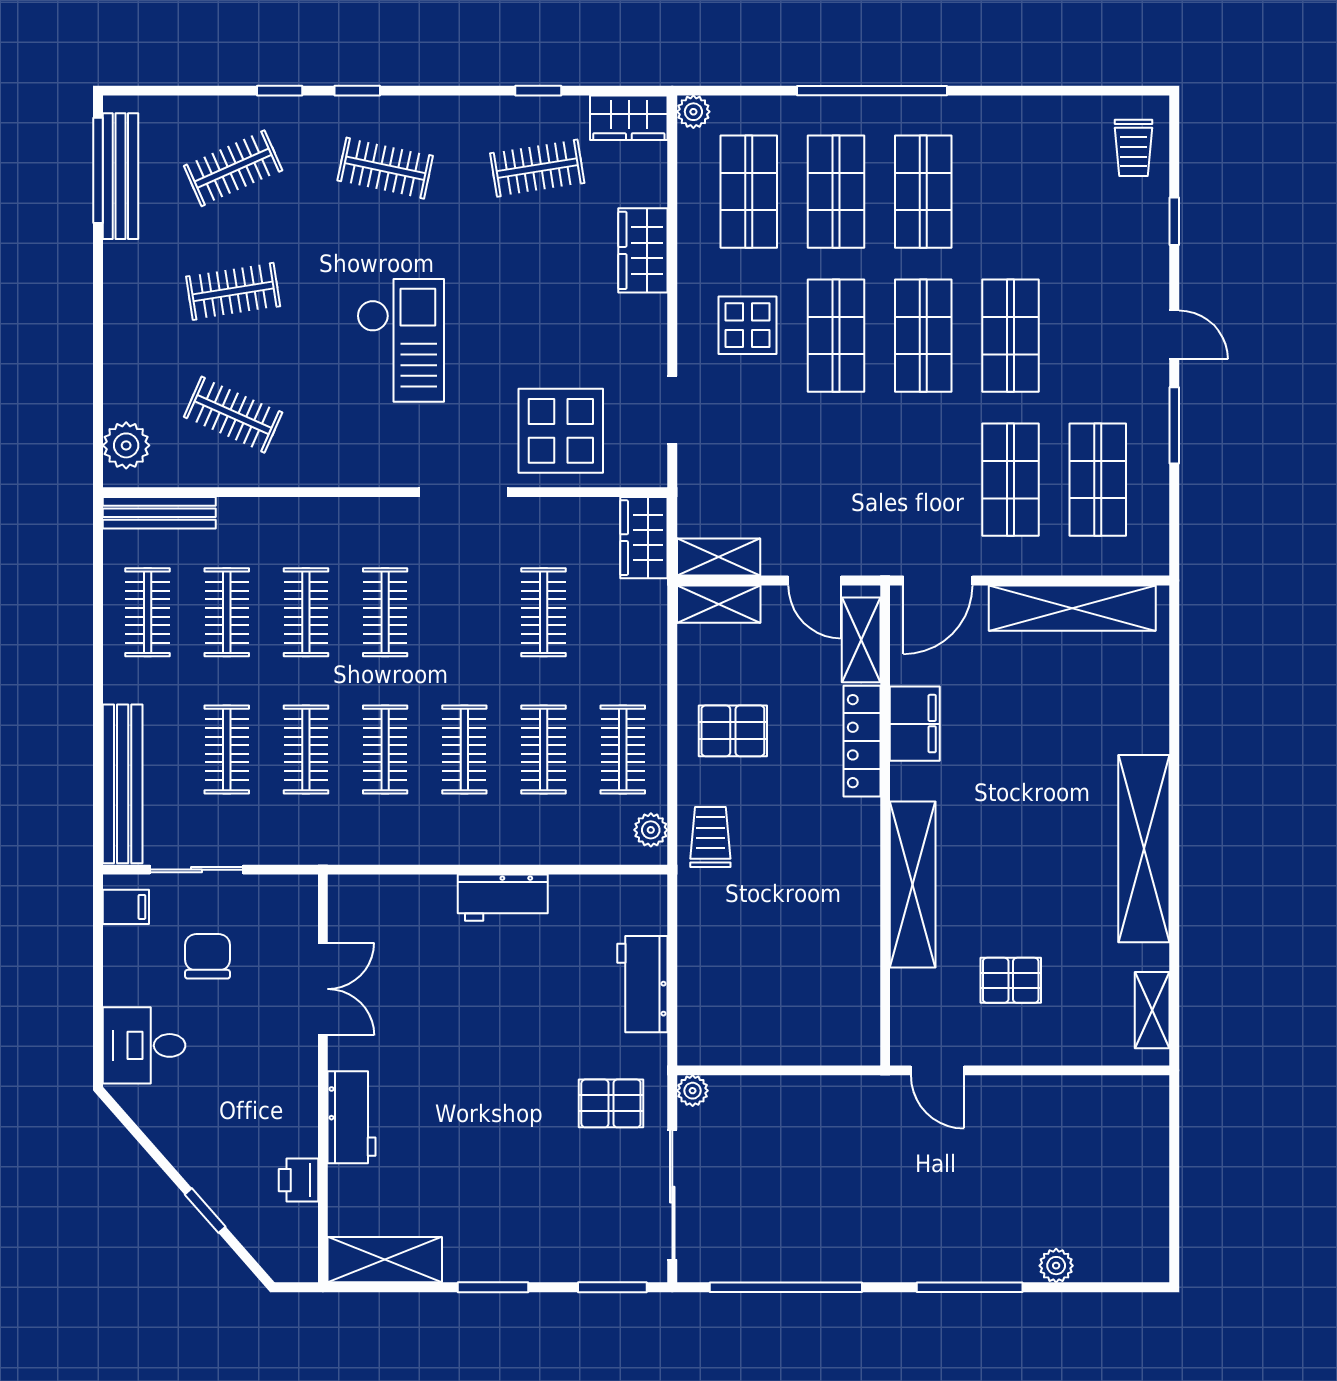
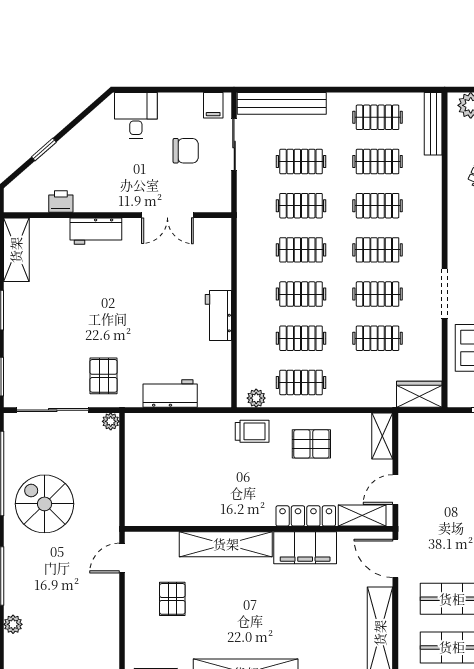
shelving: (719, 557) -> (408, 436), removed
clothes rail: (464, 612) -> (378, 294), added
filing cabinet: (915, 724) -> (305, 548), width x1.50, depth x1.17
pallet: (733, 731) -> (311, 444), turned 90
spiral stairs: (840, 1209) -> (45, 504), added

